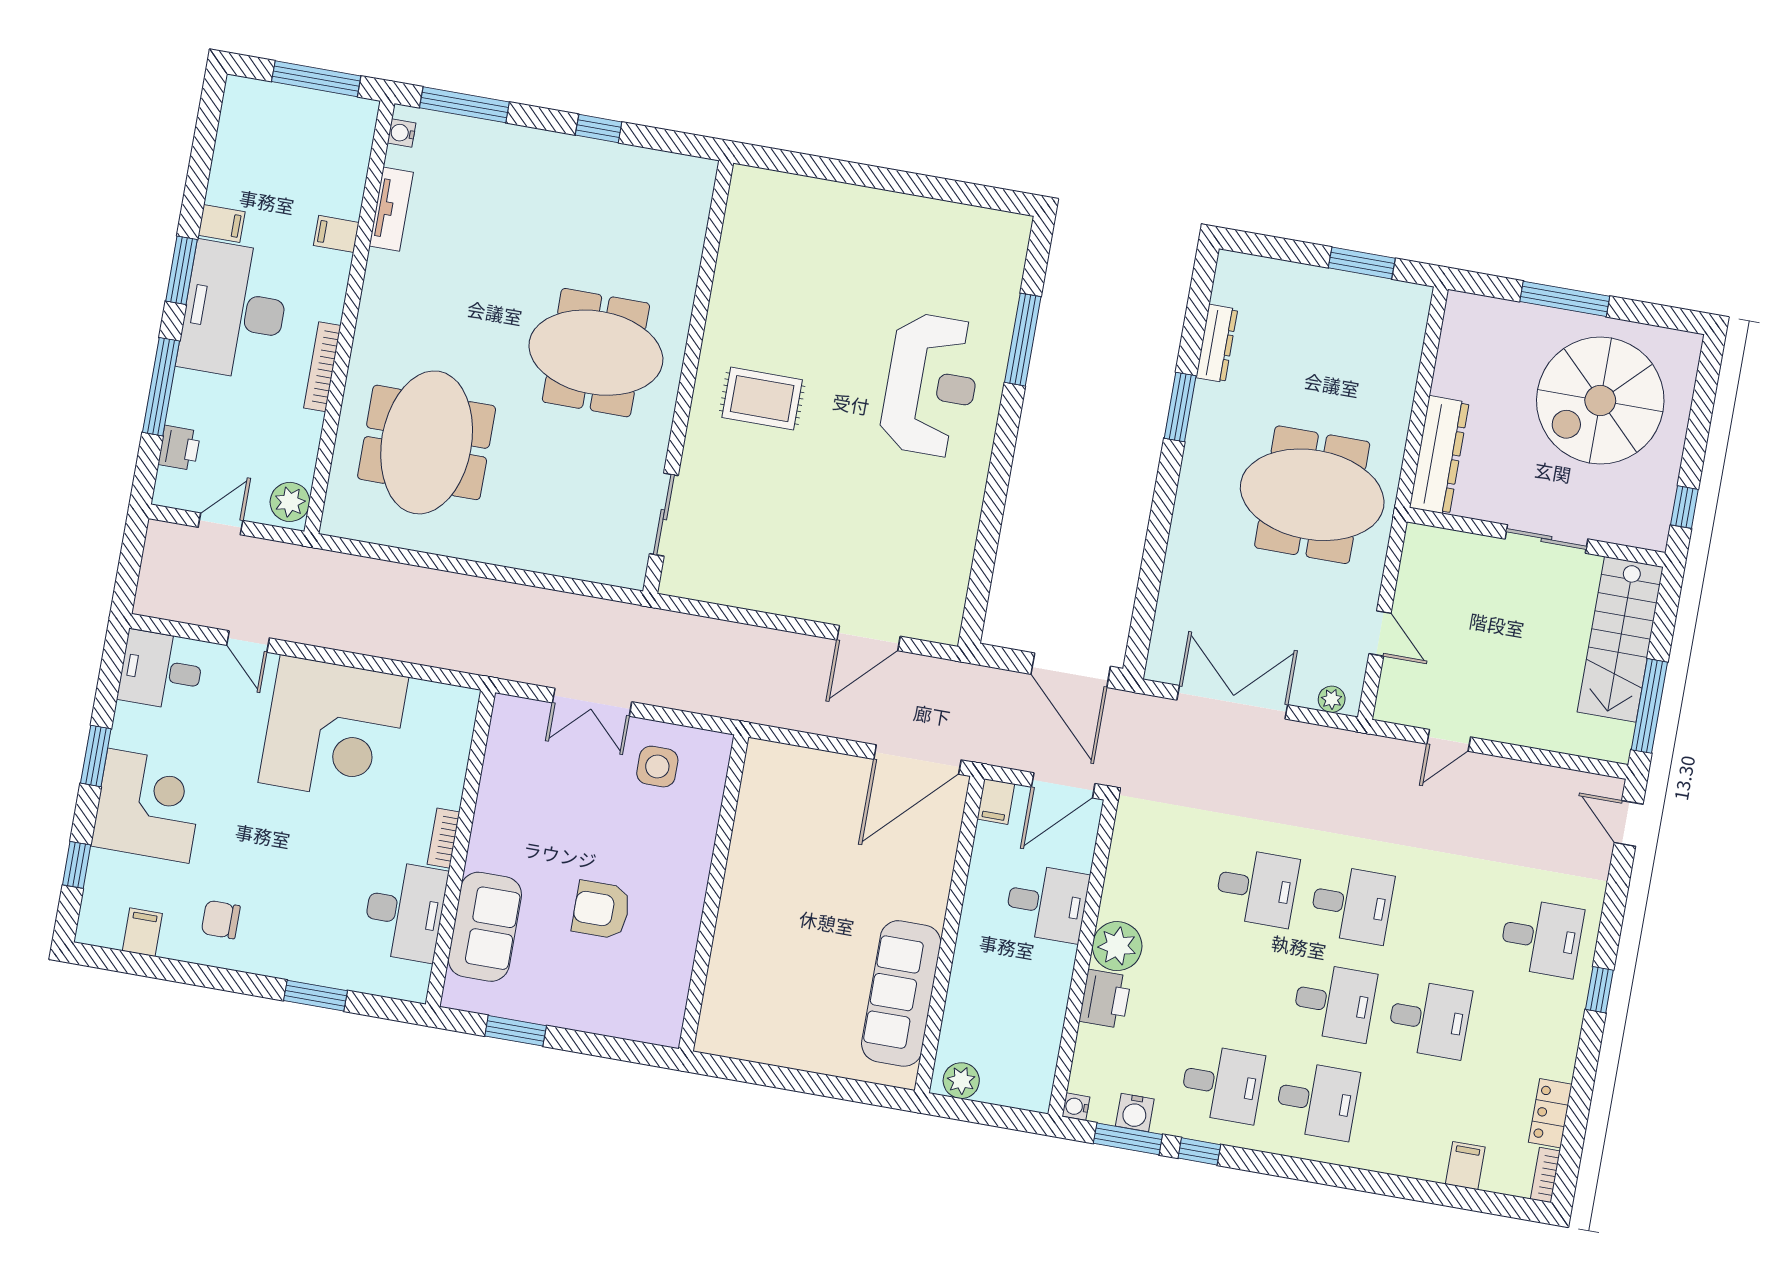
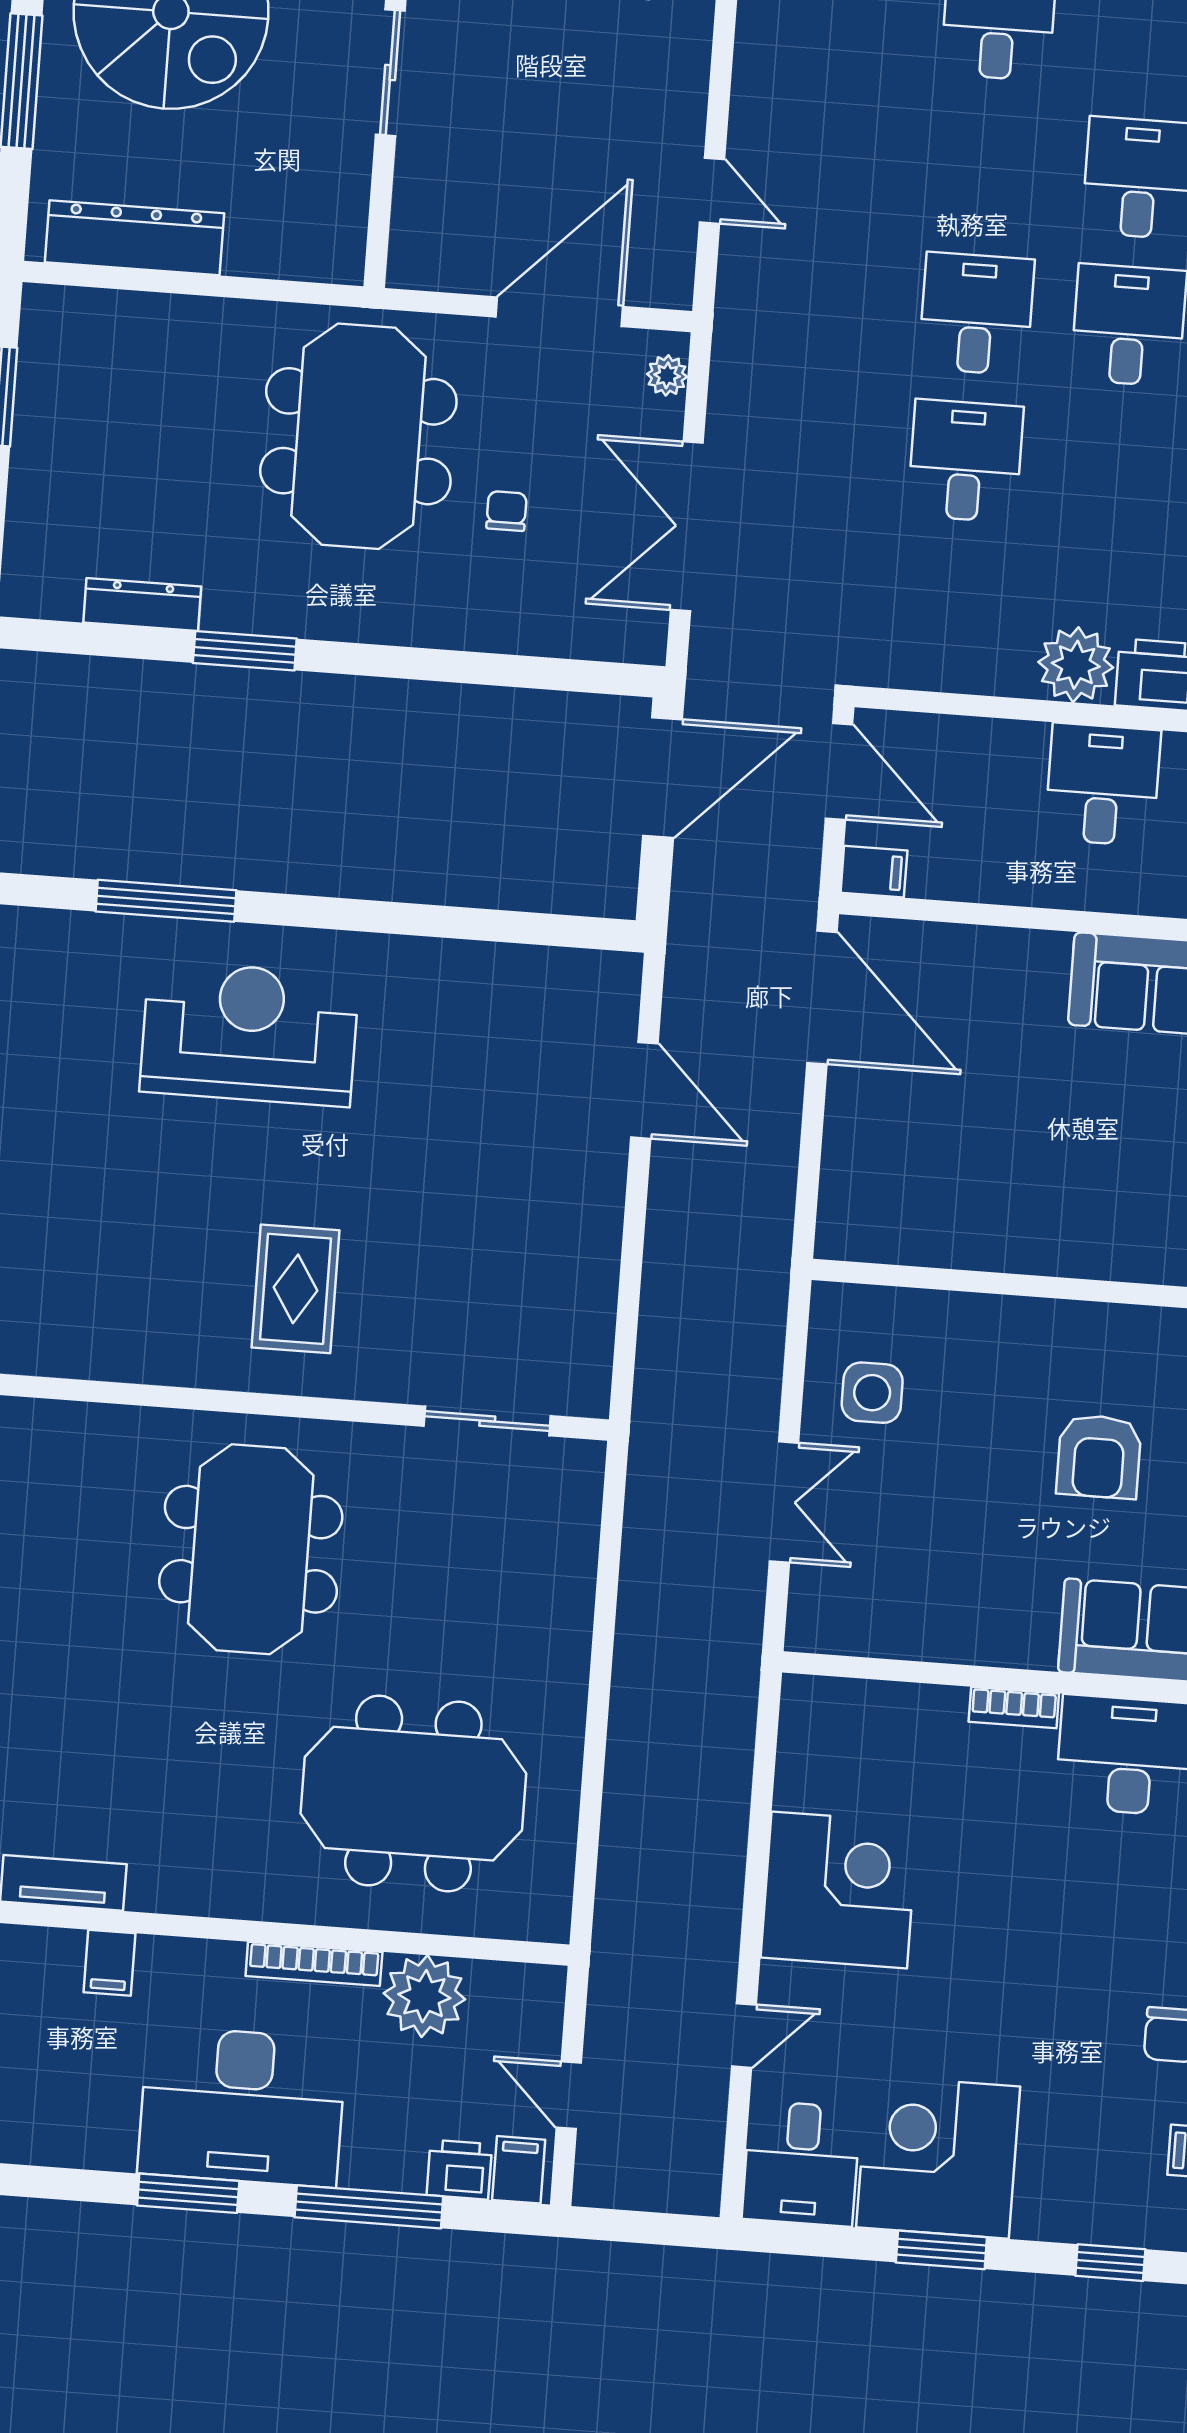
filing cabinet: (222, 223) -> (519, 2170), moved
dresser: (1439, 455) -> (135, 238), moved
plant: (290, 502) -> (424, 1996), moved, width x1.36, depth x1.36
chair: (1254, 586) -> (506, 511), added
door: (1380, 633) -> (559, 312), width x1.88
corner desk: (333, 730) -> (839, 1890), width x0.74, depth x0.74
corner desk: (148, 806) -> (938, 2157), moved
desk: (1047, 903) -> (1103, 785), moved

